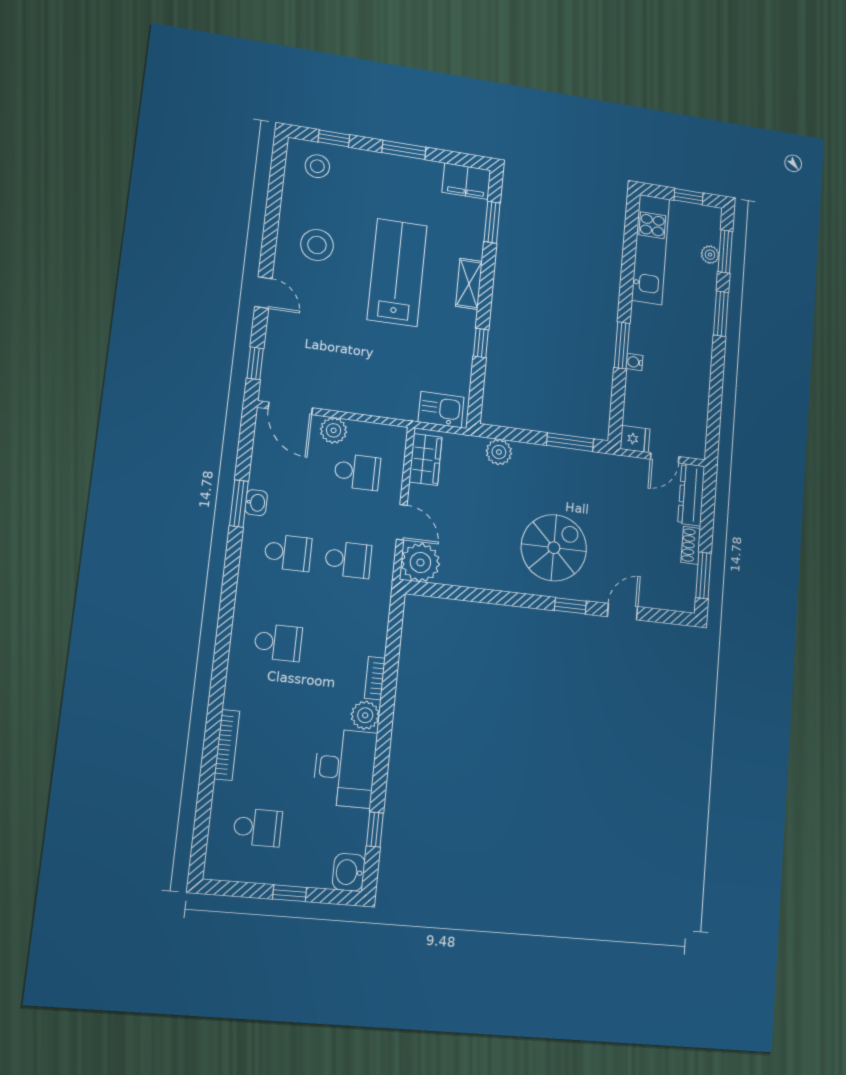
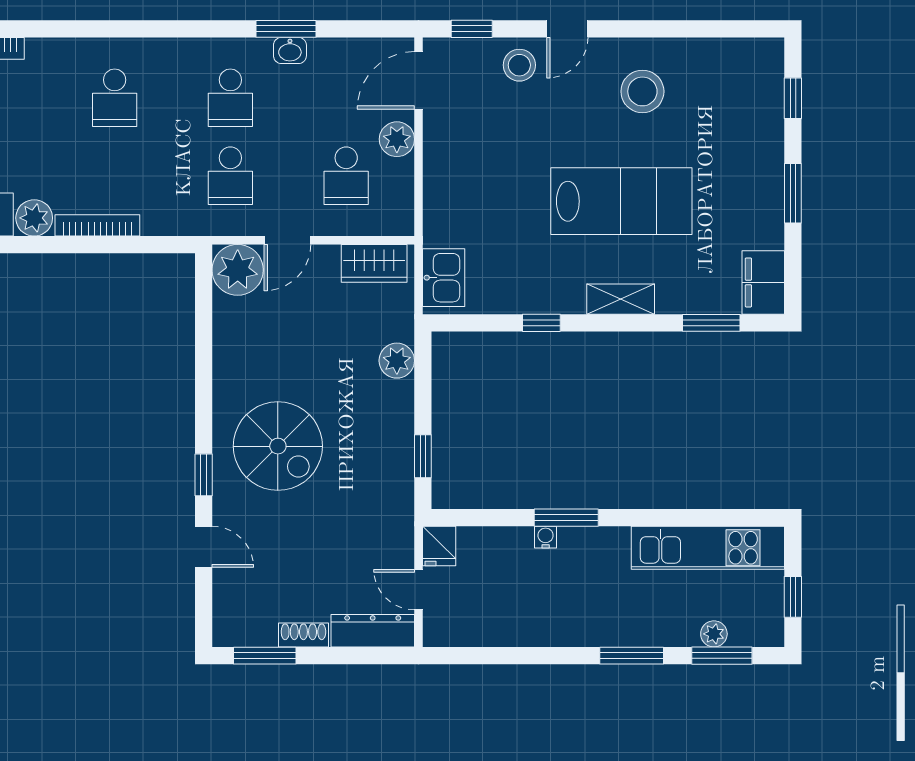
stool: (317, 166) -> (519, 65), moved
window: (570, 442) -> (423, 456), width x0.67
bookcase: (375, 678) -> (97, 225), width x1.56

